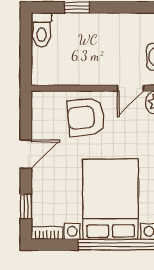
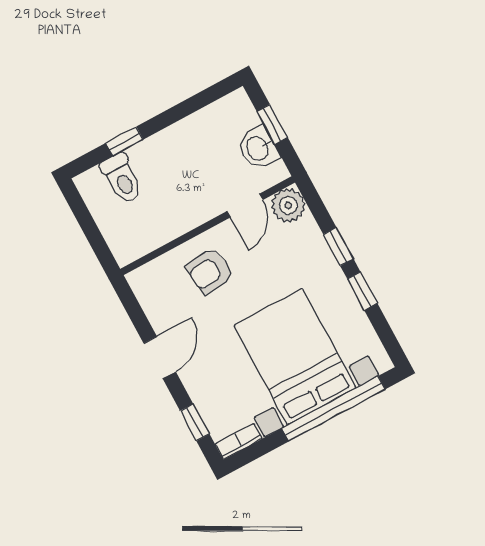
toilet: (42, 30) -> (122, 179), moved
armchair: (86, 117) -> (209, 271), width x0.72, depth x0.72

